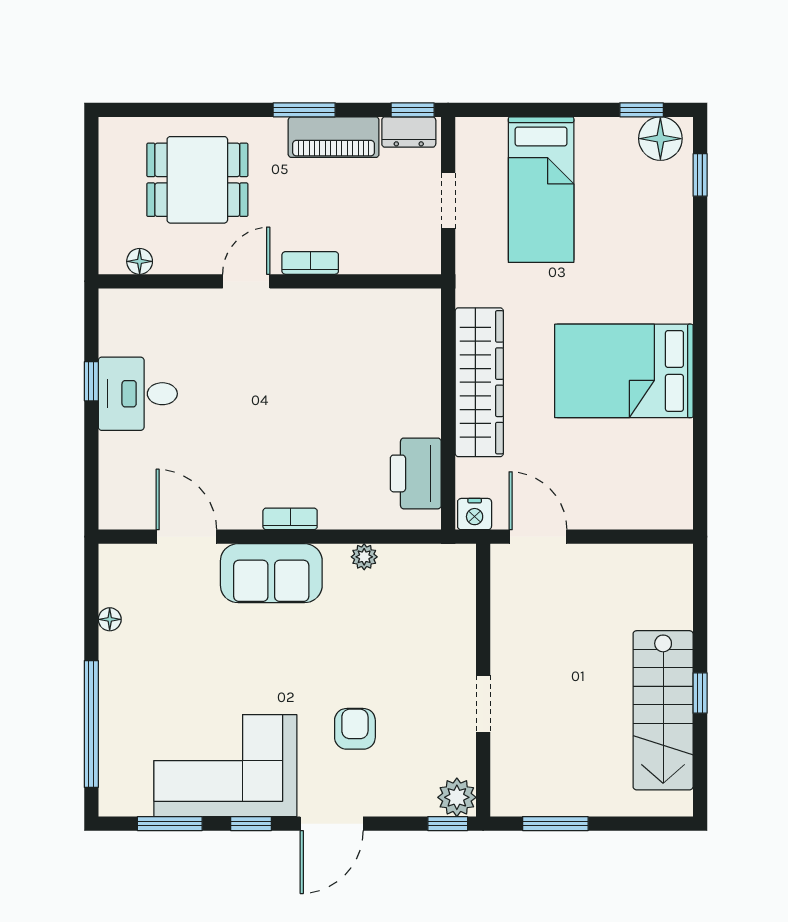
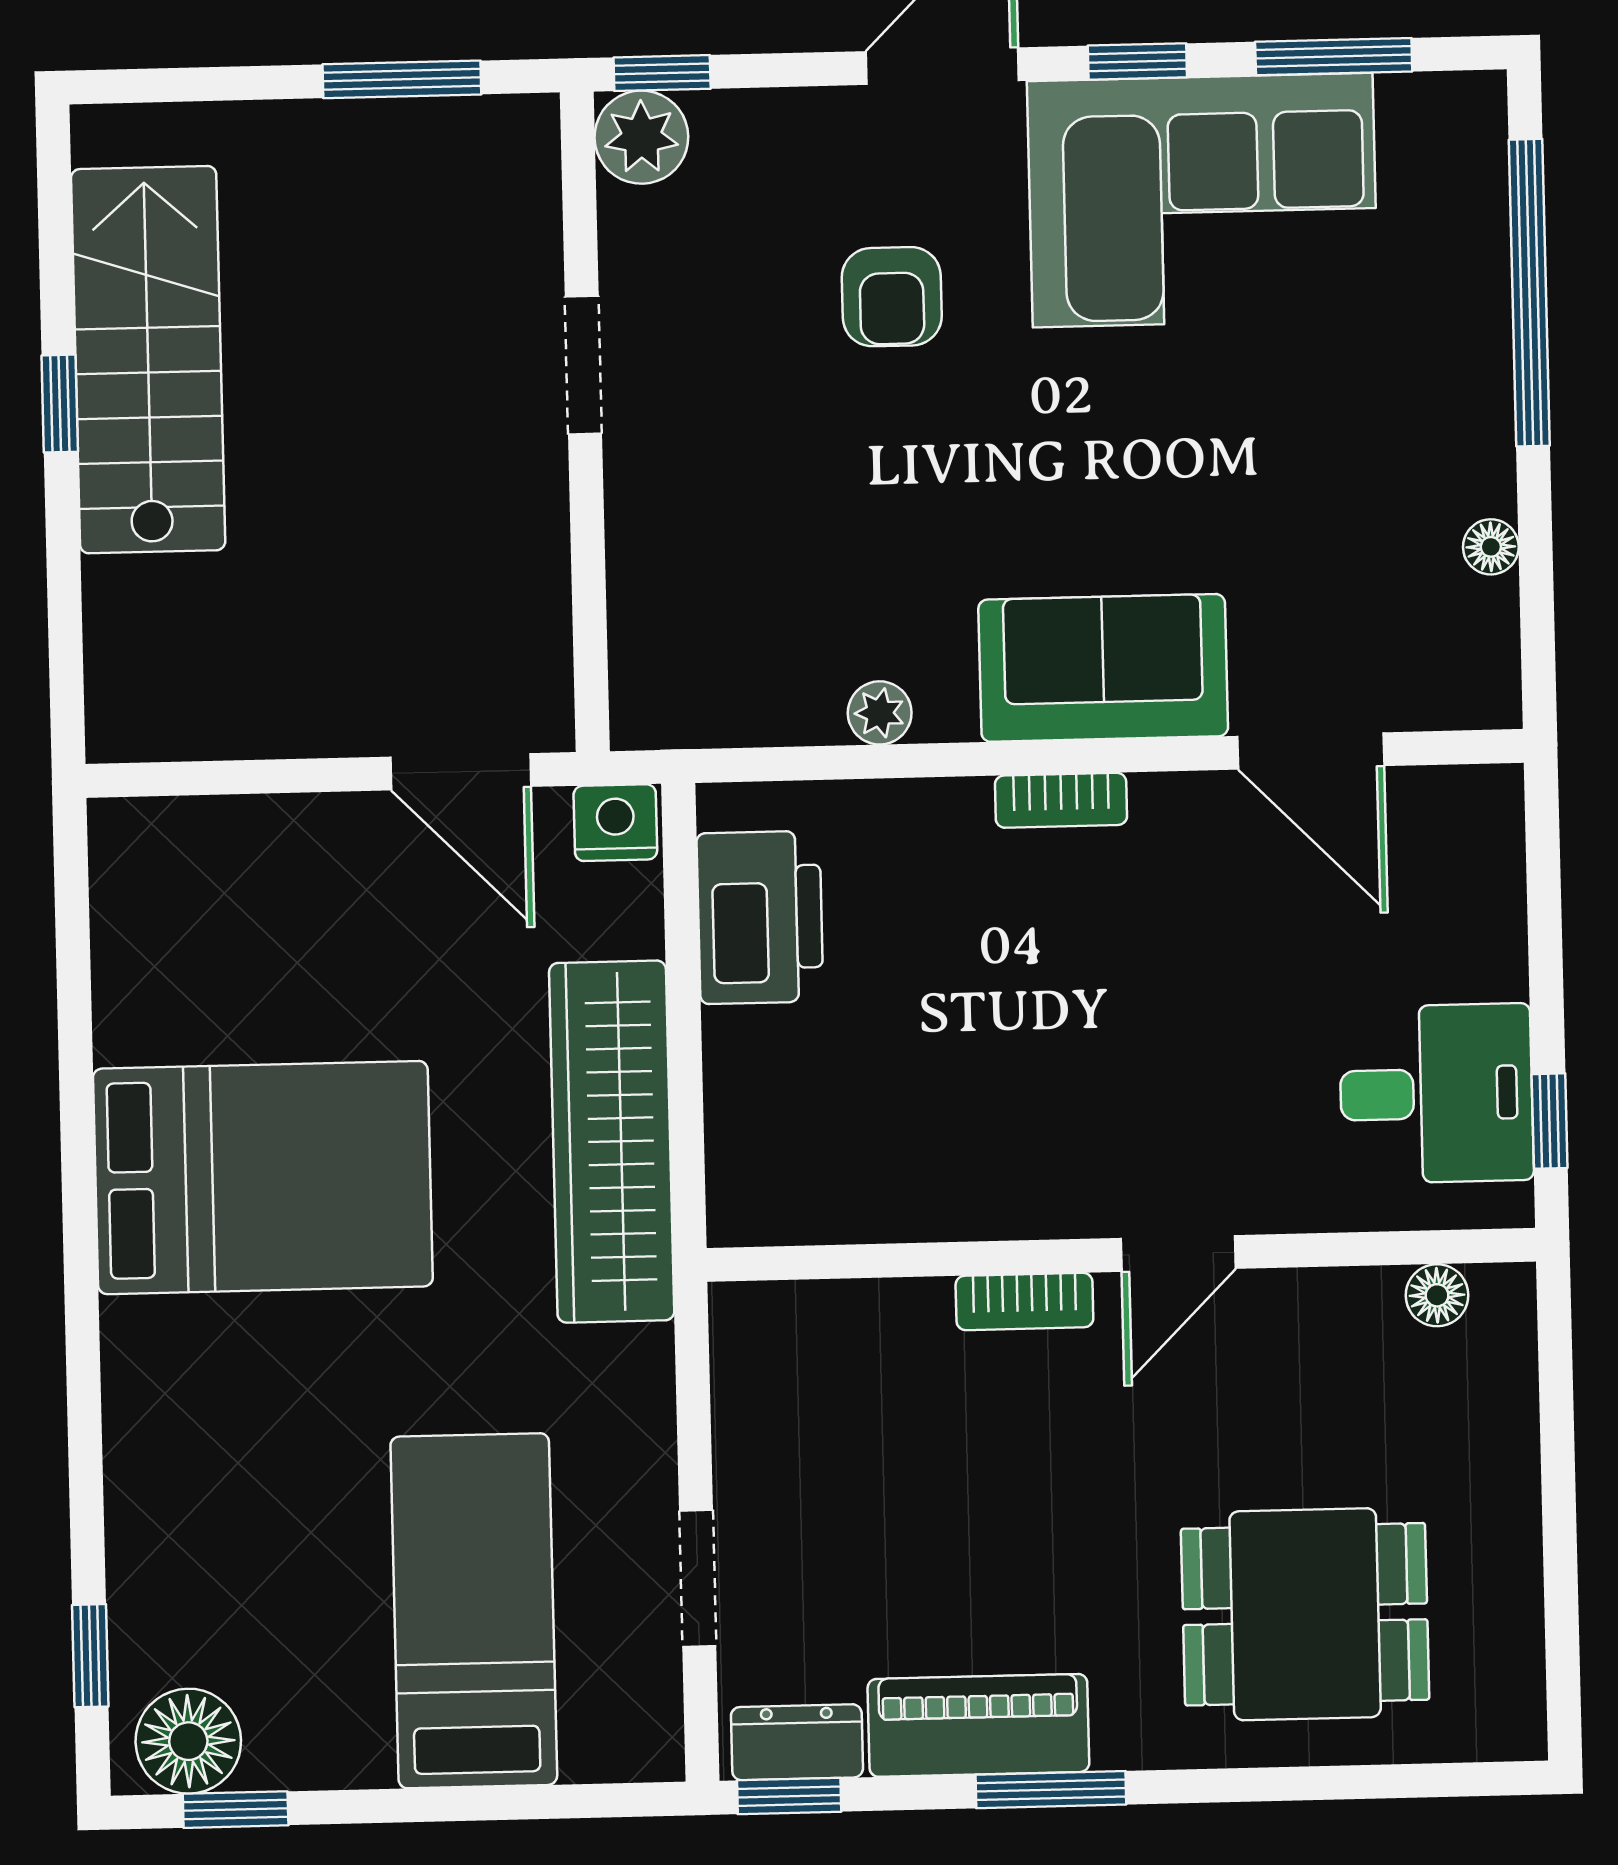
floor lamp: (140, 261) -> (1437, 1295), moved
bookcase: (310, 263) -> (1024, 1301), moved
door: (246, 281) -> (1178, 1253), moved
wall: (270, 281) -> (1121, 1255), moved

